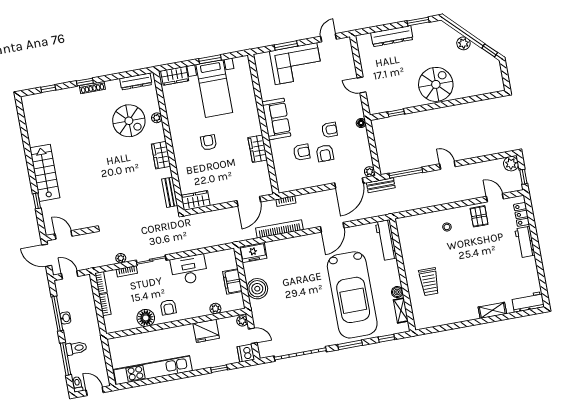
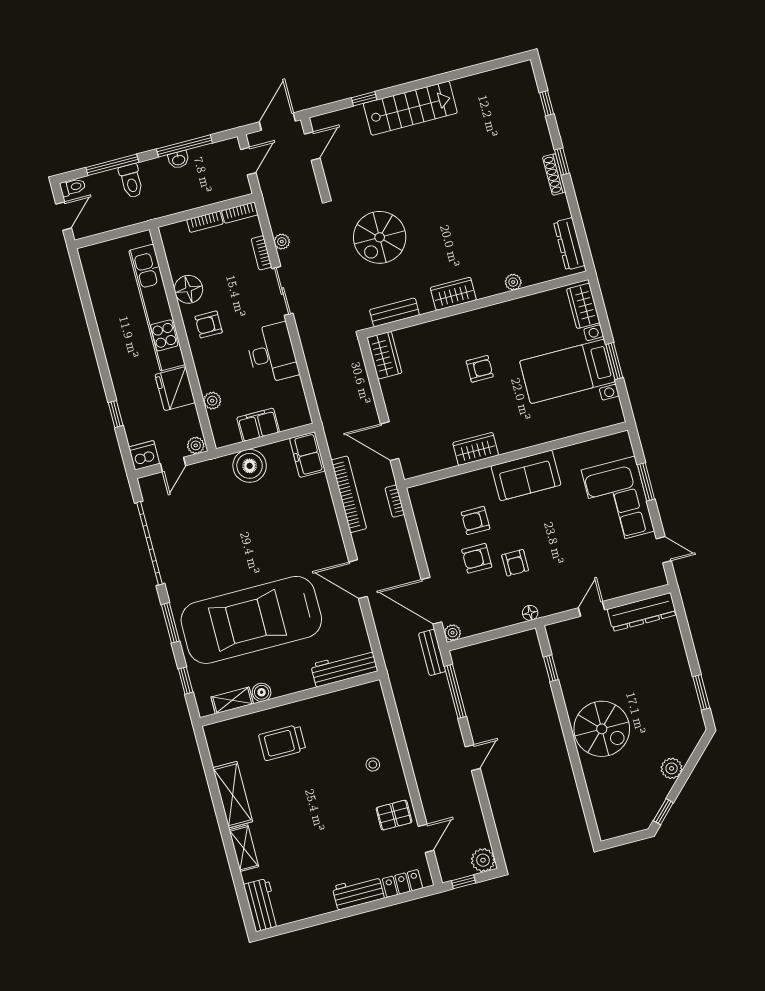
dresser: (392, 36) -> (642, 612), moved, turned -90
spiral stairs: (129, 121) -> (380, 237), moved
armchair: (302, 152) -> (476, 521), turned 90
shelving: (459, 315) -> (233, 795), added
kitchen unit: (153, 370) -> (157, 308), moved, turned 180

